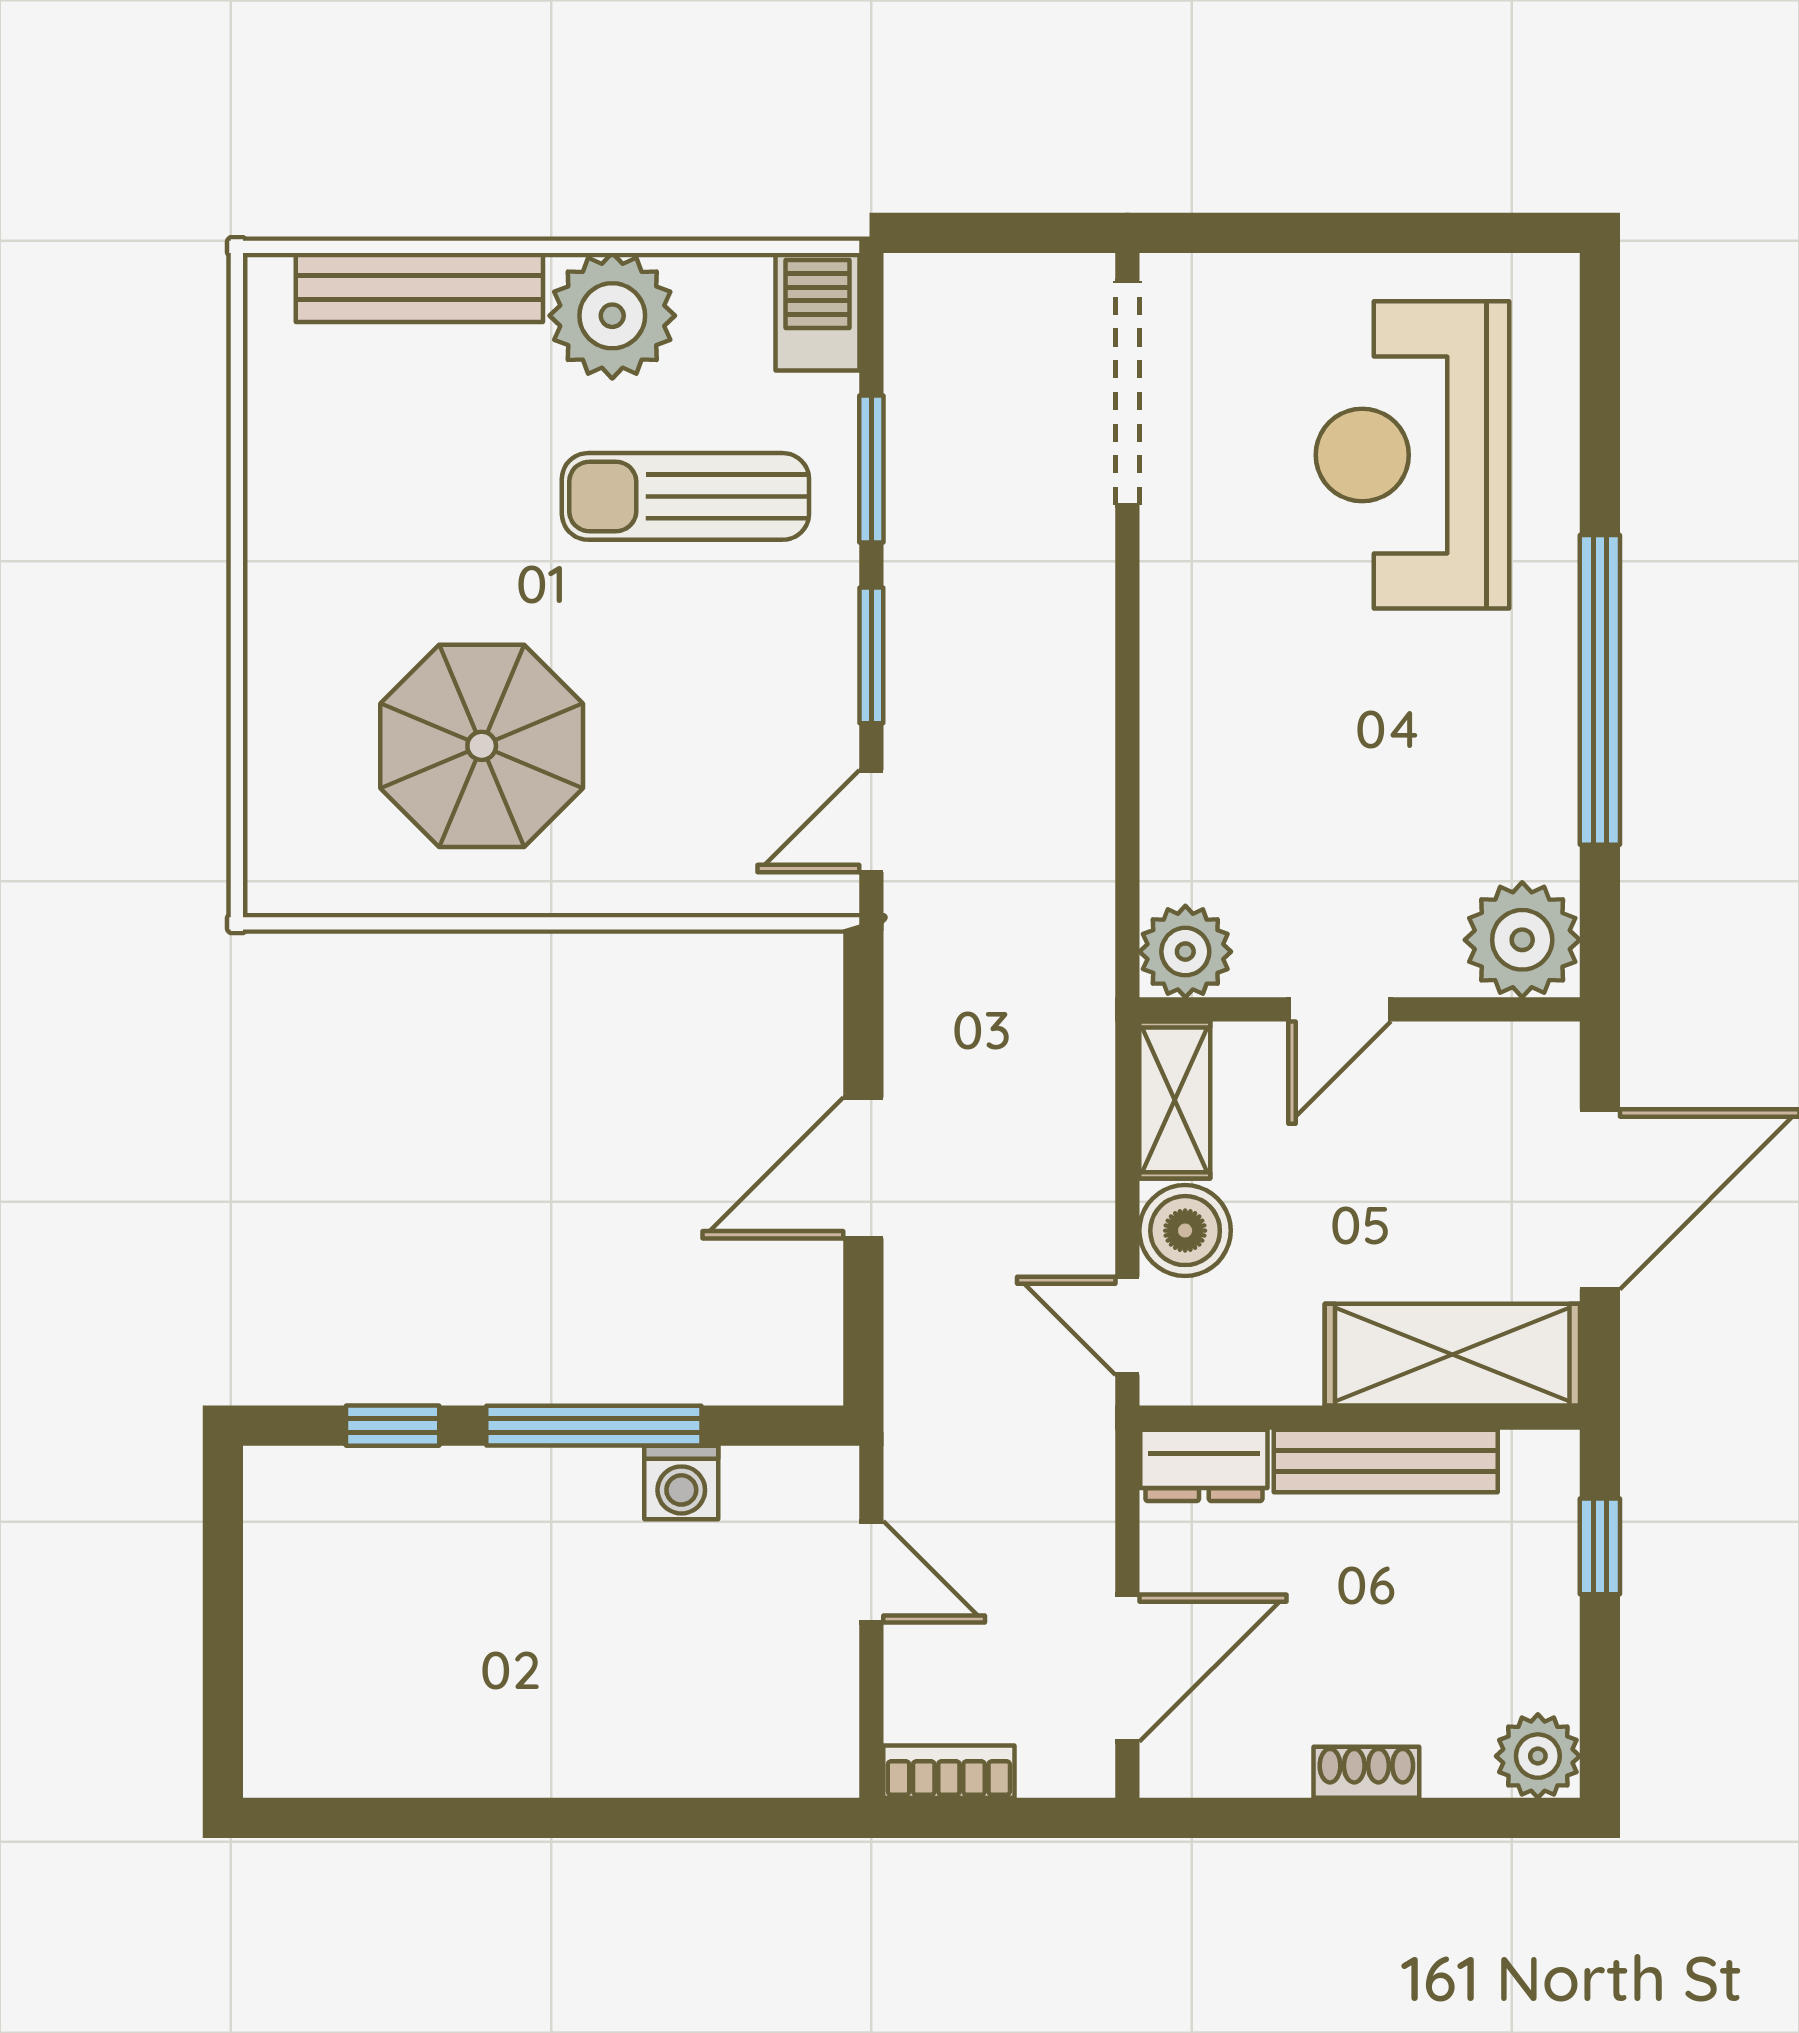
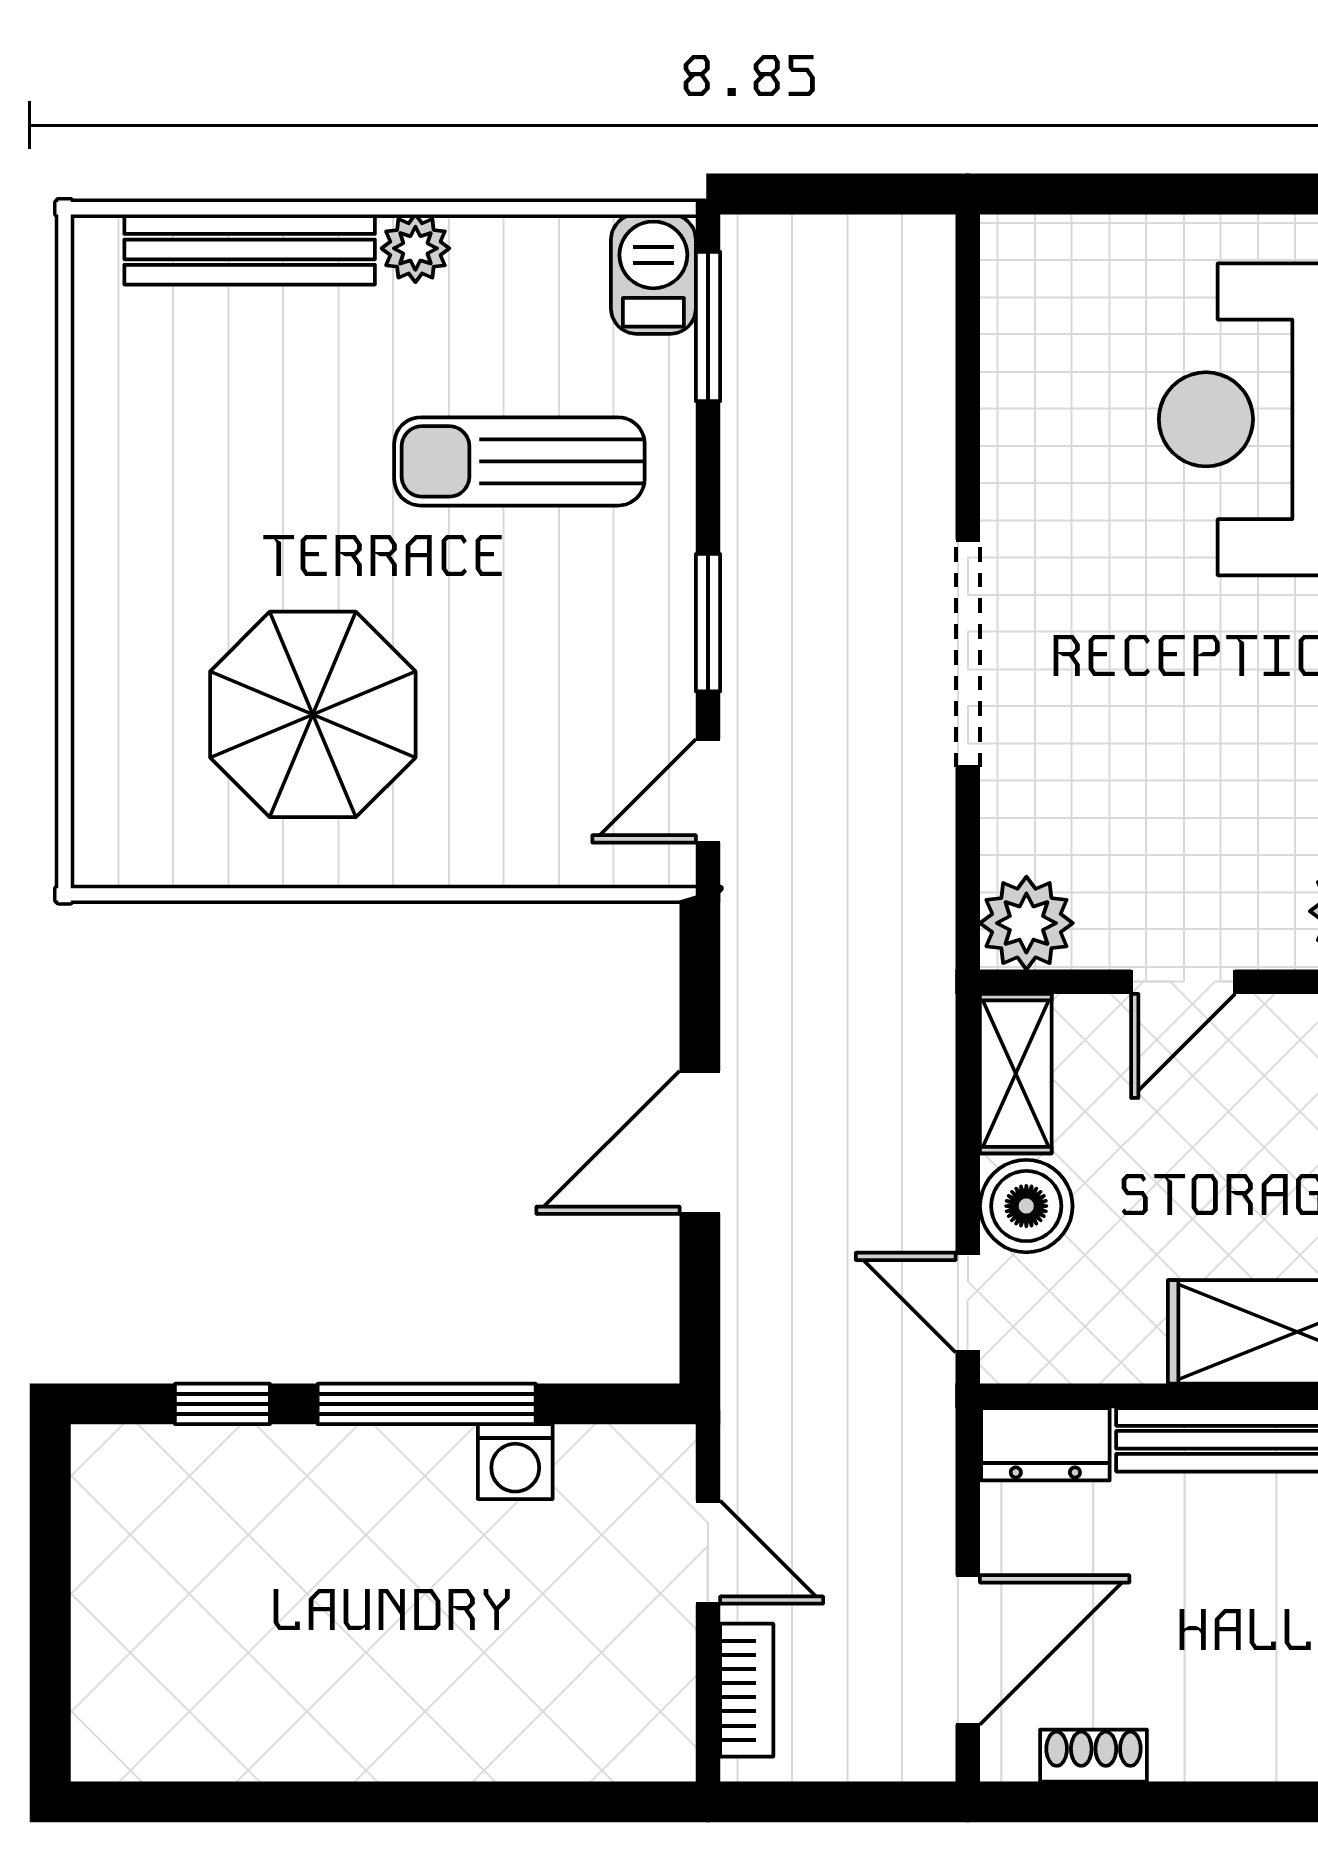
plant: (612, 316) -> (415, 248), width x0.53, depth x0.53
doorway: (1127, 393) -> (968, 654), moved
window: (871, 469) -> (708, 327), moved
bookcase: (949, 1772) -> (747, 1690), moved, turned 90
shoe rack: (1366, 1772) -> (1094, 1756), moved

